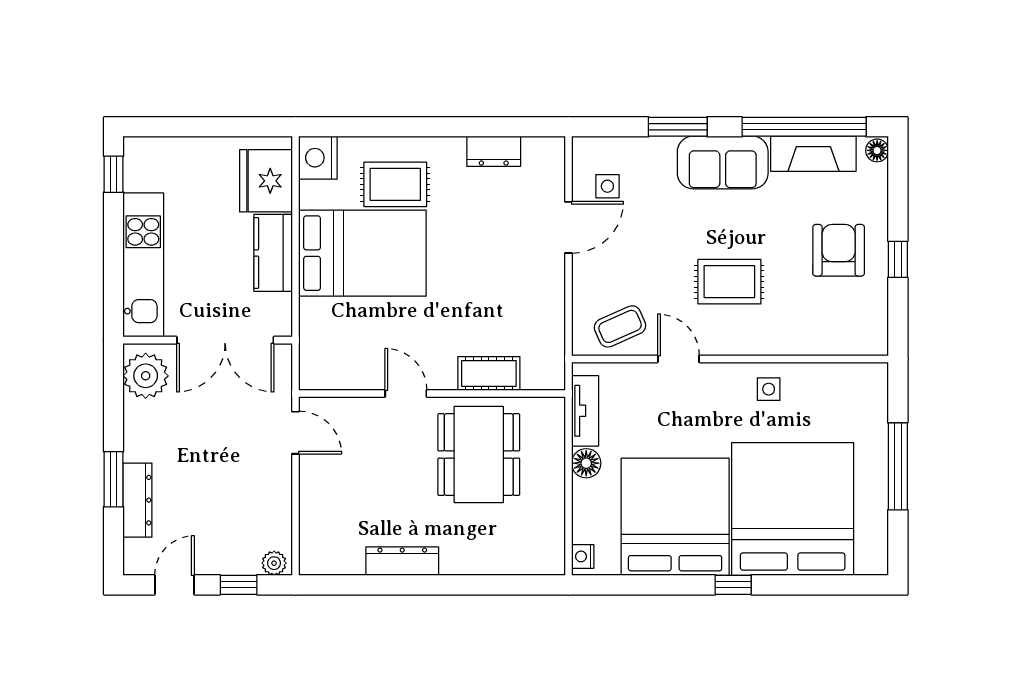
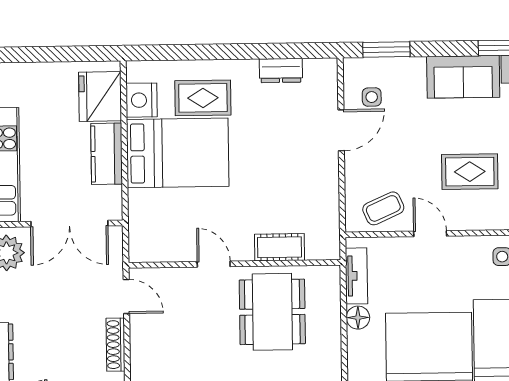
window: (678, 127) -> (386, 50), moved
nightstand: (318, 158) -> (141, 100), moved
shoe rack: (281, 493) -> (115, 345), added

